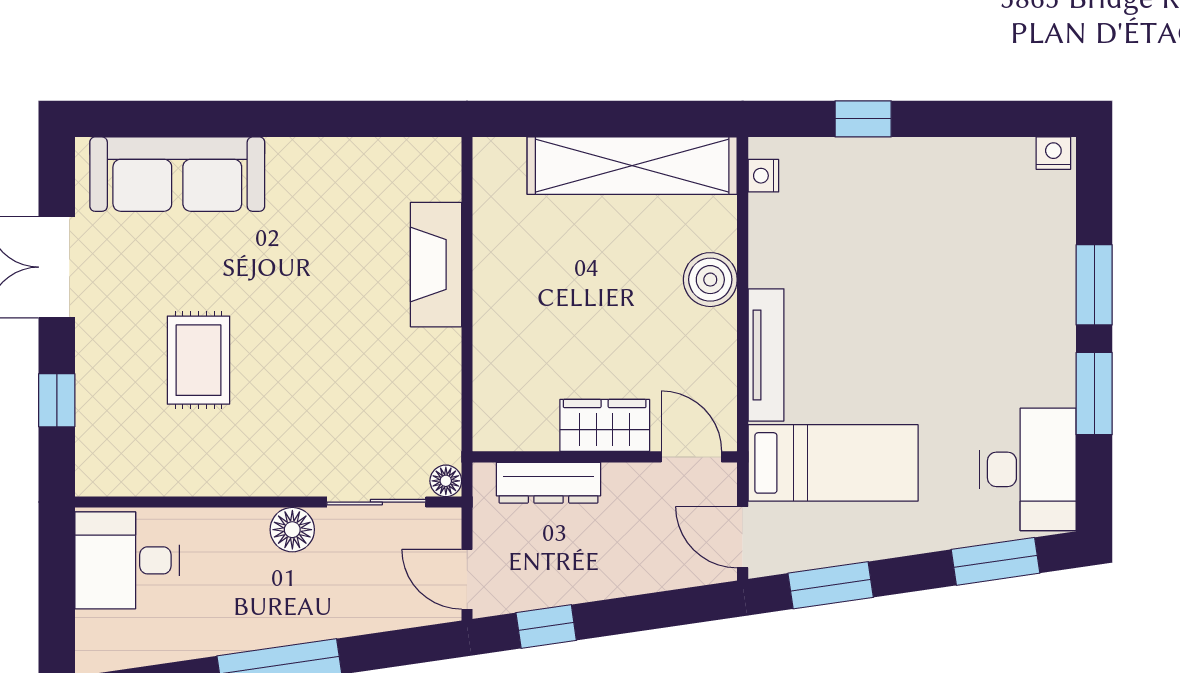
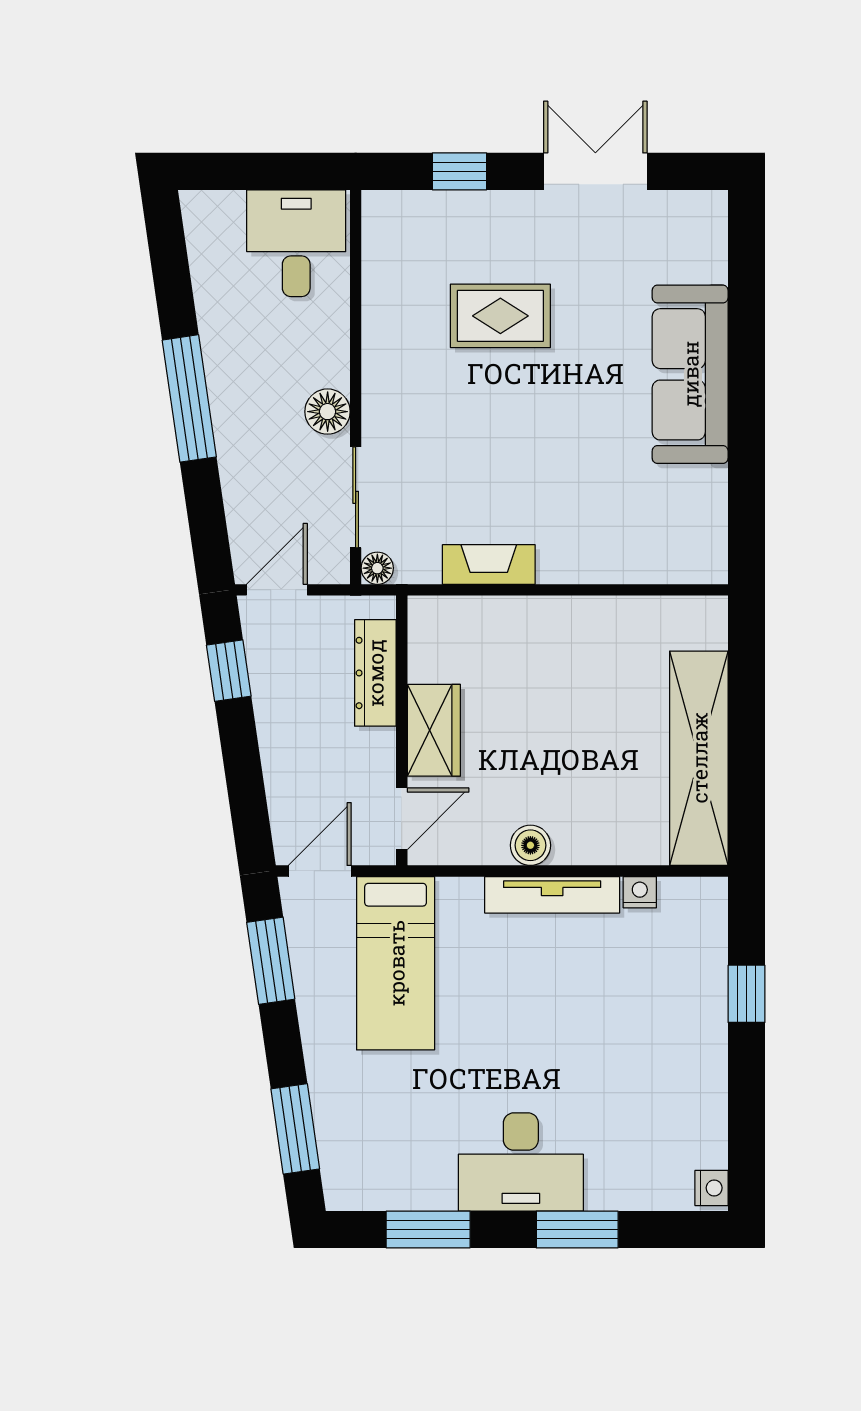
sofa: (177, 174) -> (690, 374), moved
nightstand: (763, 176) -> (640, 892), moved
fireplace: (436, 265) -> (489, 564), moved, width x0.73, depth x0.76
boiler: (710, 280) -> (530, 845), moved, width x0.73, depth x0.73
tv unit: (766, 355) -> (552, 895), moved
window: (1094, 394) -> (428, 1230), moved
desk: (1028, 469) -> (521, 1162), moved

